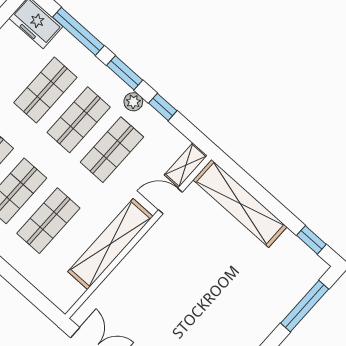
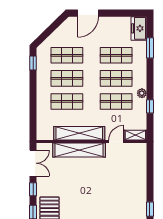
window: (78, 31) -> (150, 48), width x0.69
window: (125, 73) -> (150, 80), removed
door: (170, 201) -> (116, 142), hinge flipped
shelving: (240, 203) -> (79, 150), moved, turned 90

